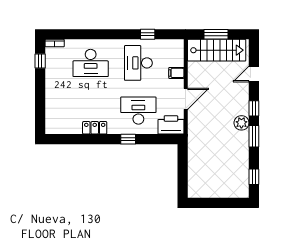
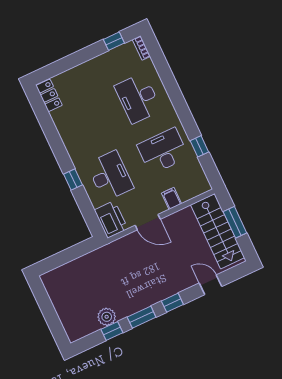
plant: (241, 123) -> (107, 317), moved
locker: (95, 128) -> (49, 95), moved
window: (254, 177) -> (112, 331), moved

